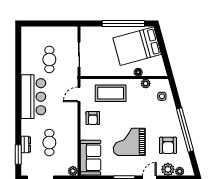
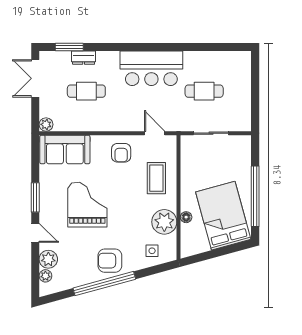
plant: (146, 84) -> (164, 222), width x1.88, depth x1.88
coffee table: (111, 93) -> (156, 178), width x0.73, depth x0.76
armchair: (93, 118) -> (121, 153), turned -90
armchair: (168, 145) -> (110, 261), moved

